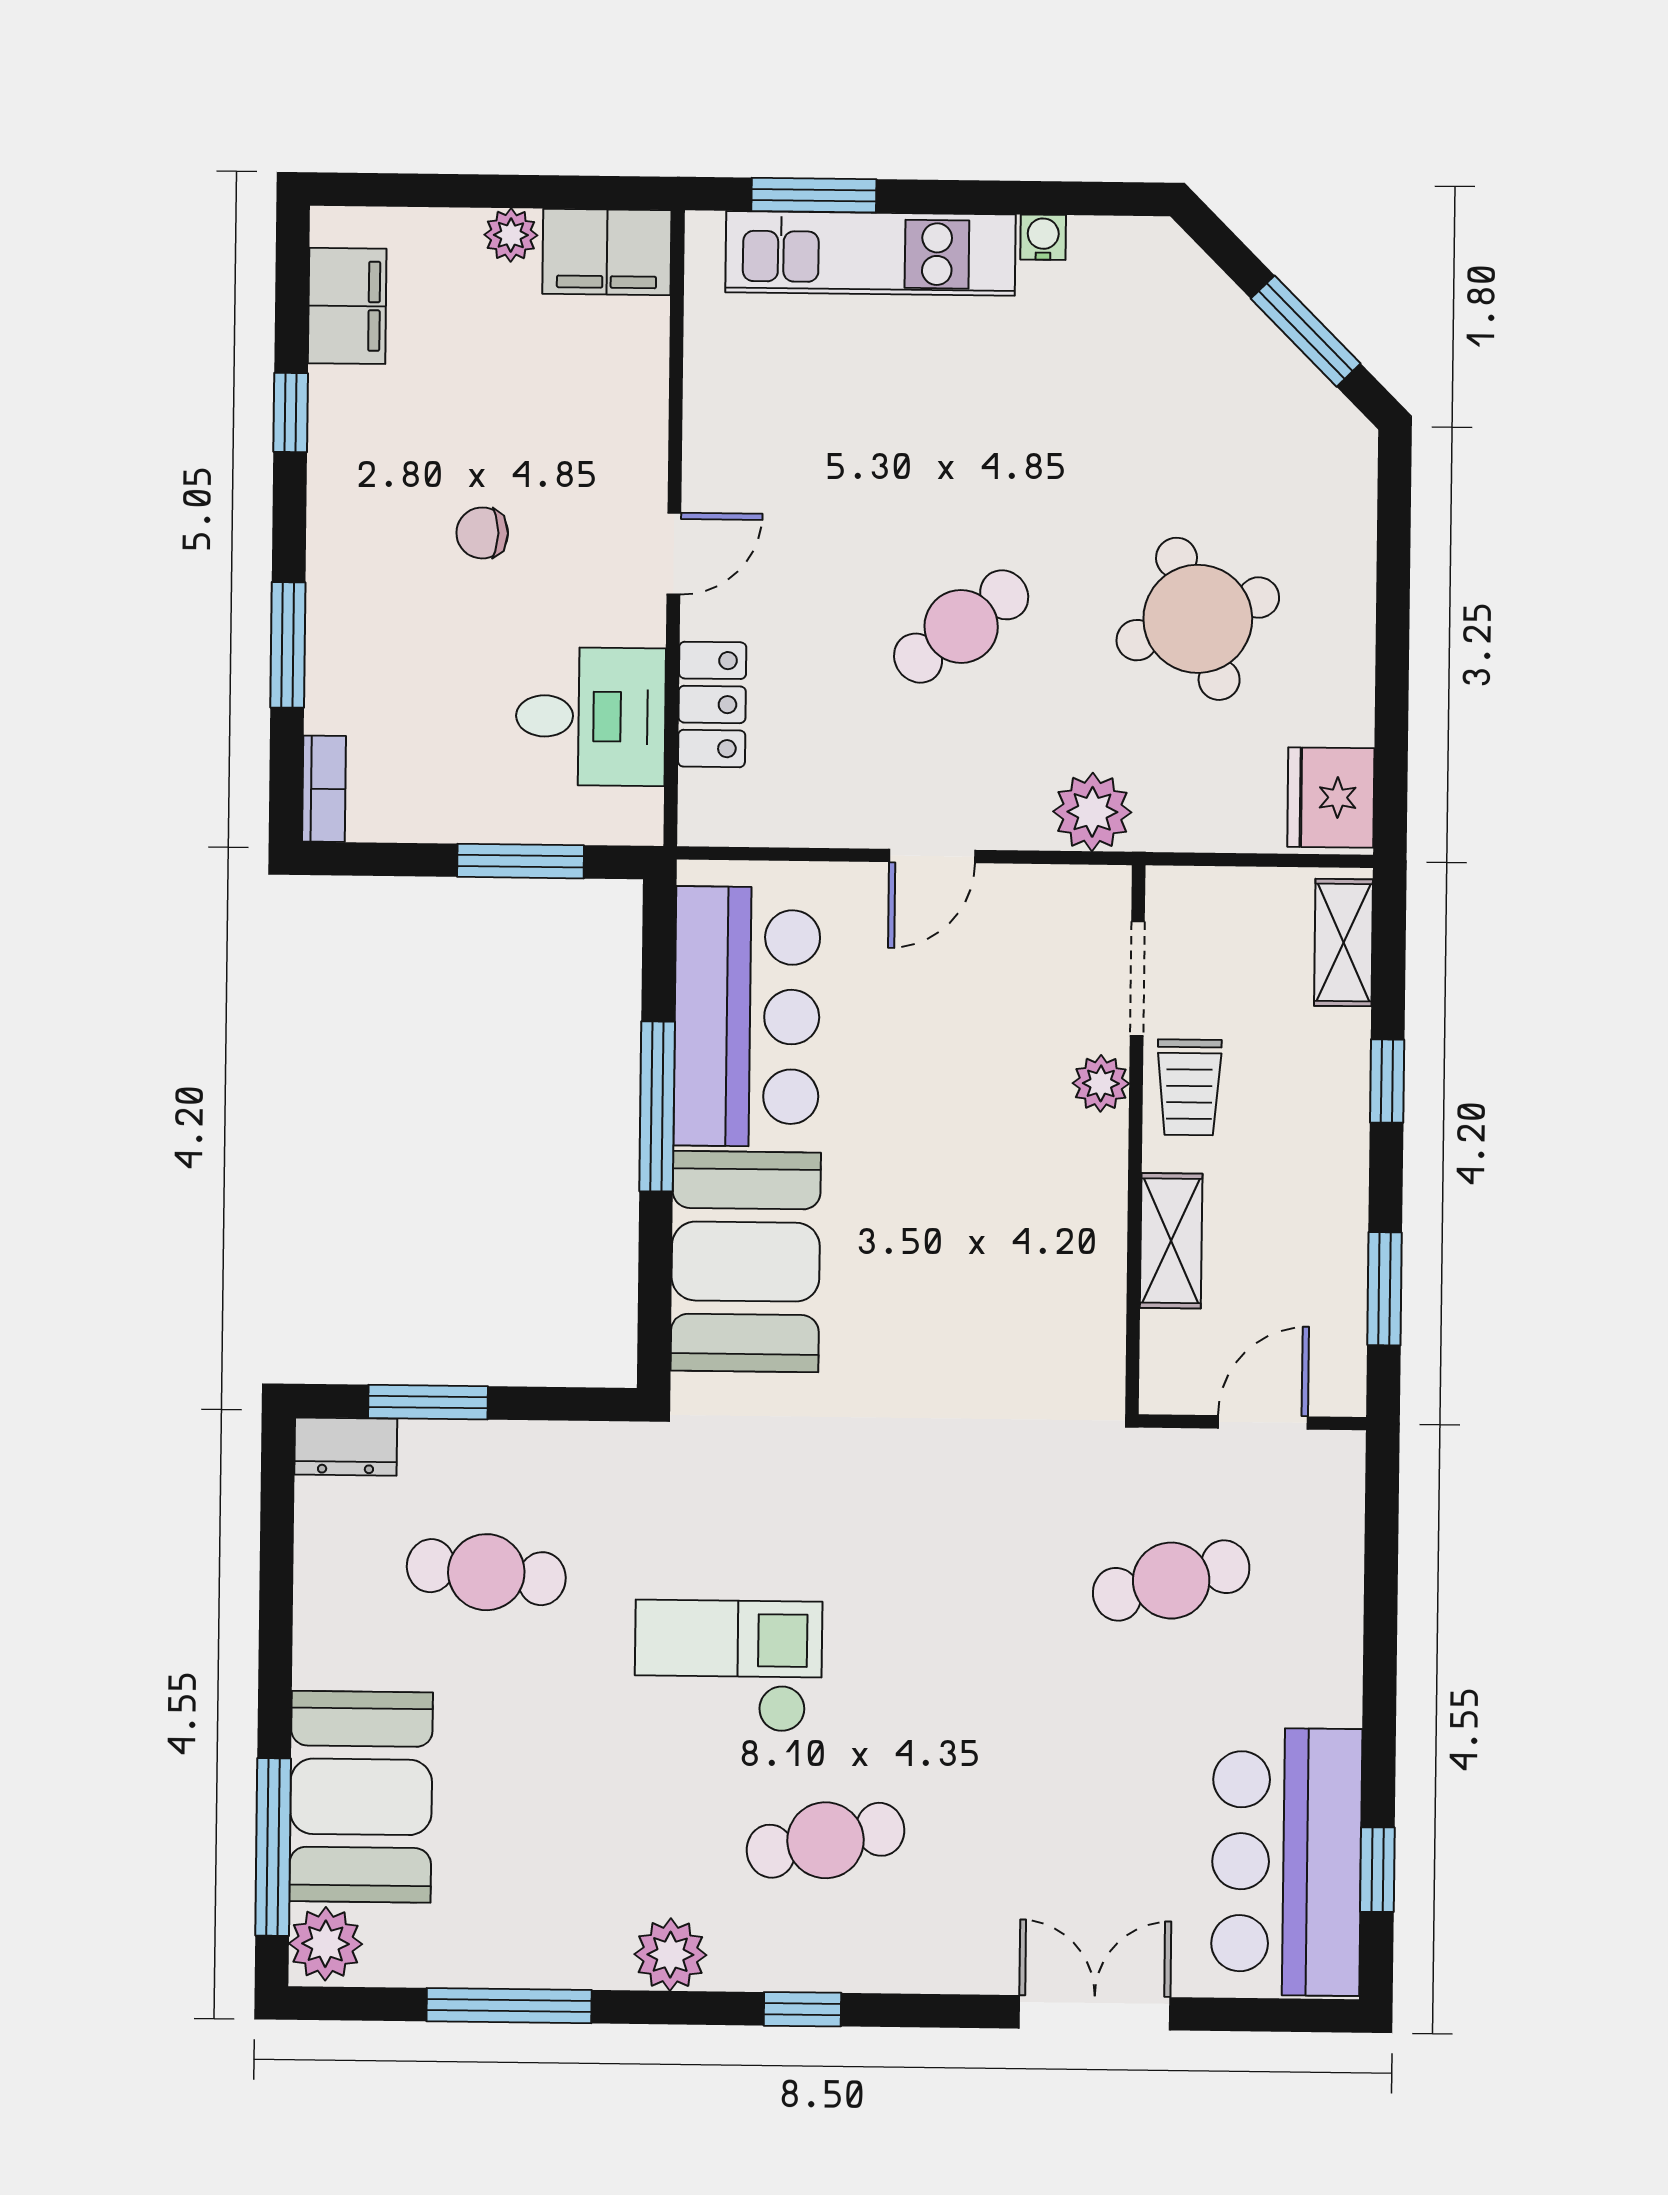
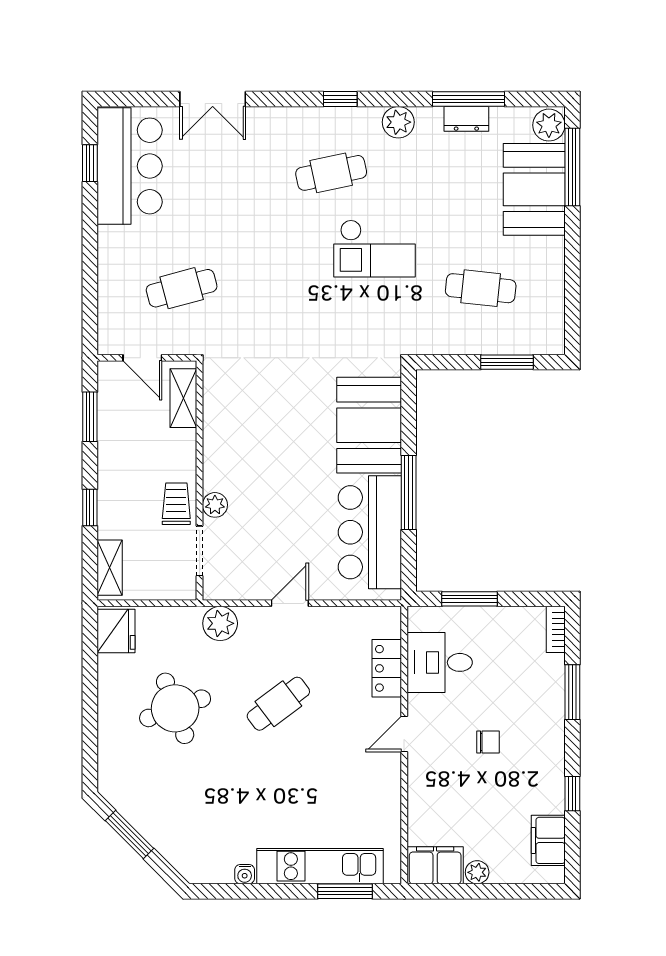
shelving: (1171, 1241) -> (183, 398), moved
door: (1263, 1422) -> (142, 358), hinge flipped
dresser: (346, 1447) -> (466, 119), moved, turned 180

